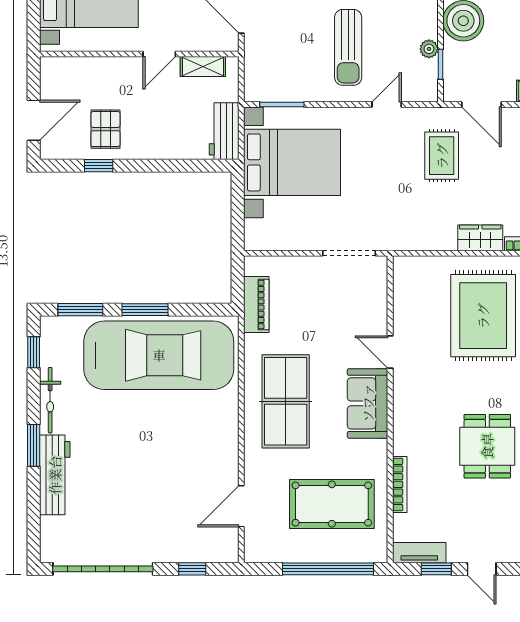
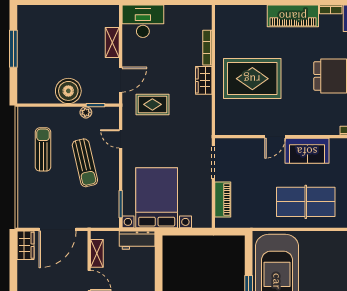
sun lounger: (348, 47) -> (85, 163), turned 77
piano: (256, 304) -> (223, 199), moved, turned 90

